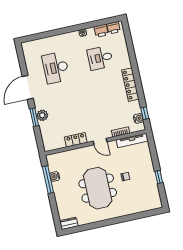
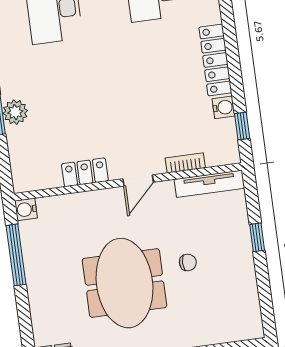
water cooler: (139, 118) -> (223, 107), moved
door: (100, 142) -> (138, 180), hinge flipped
water cooler: (55, 176) -> (26, 209), moved
window: (159, 177) -> (257, 237), moved

